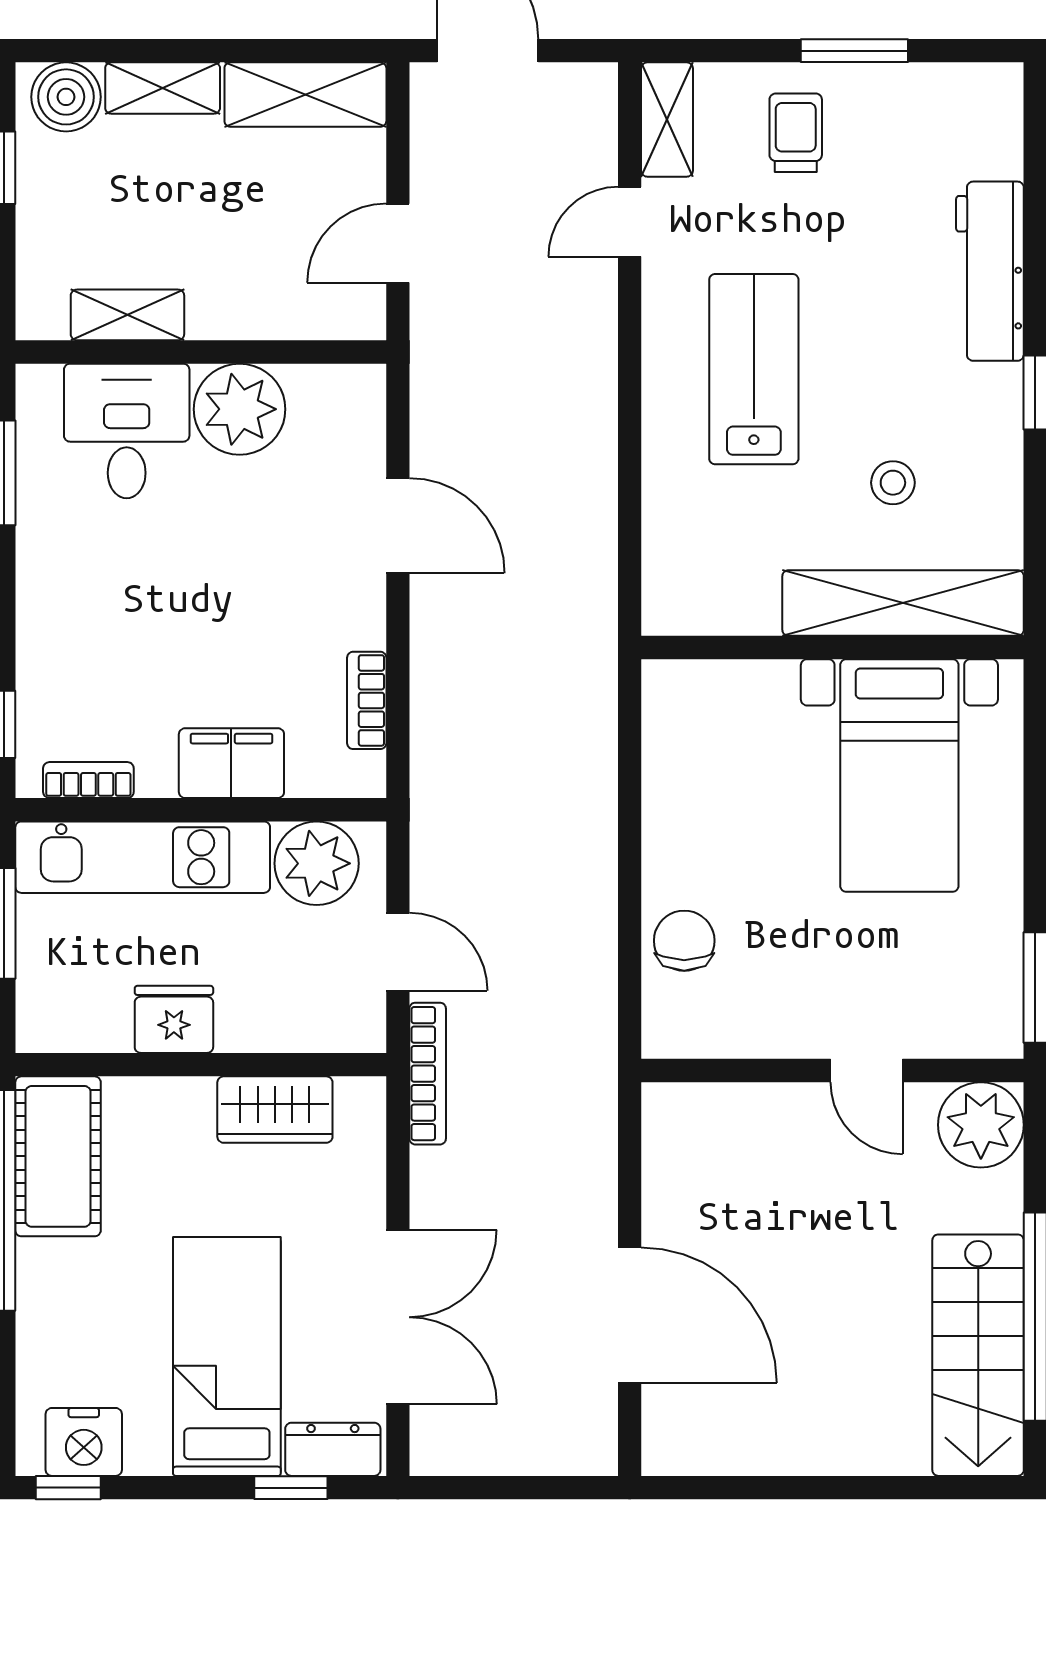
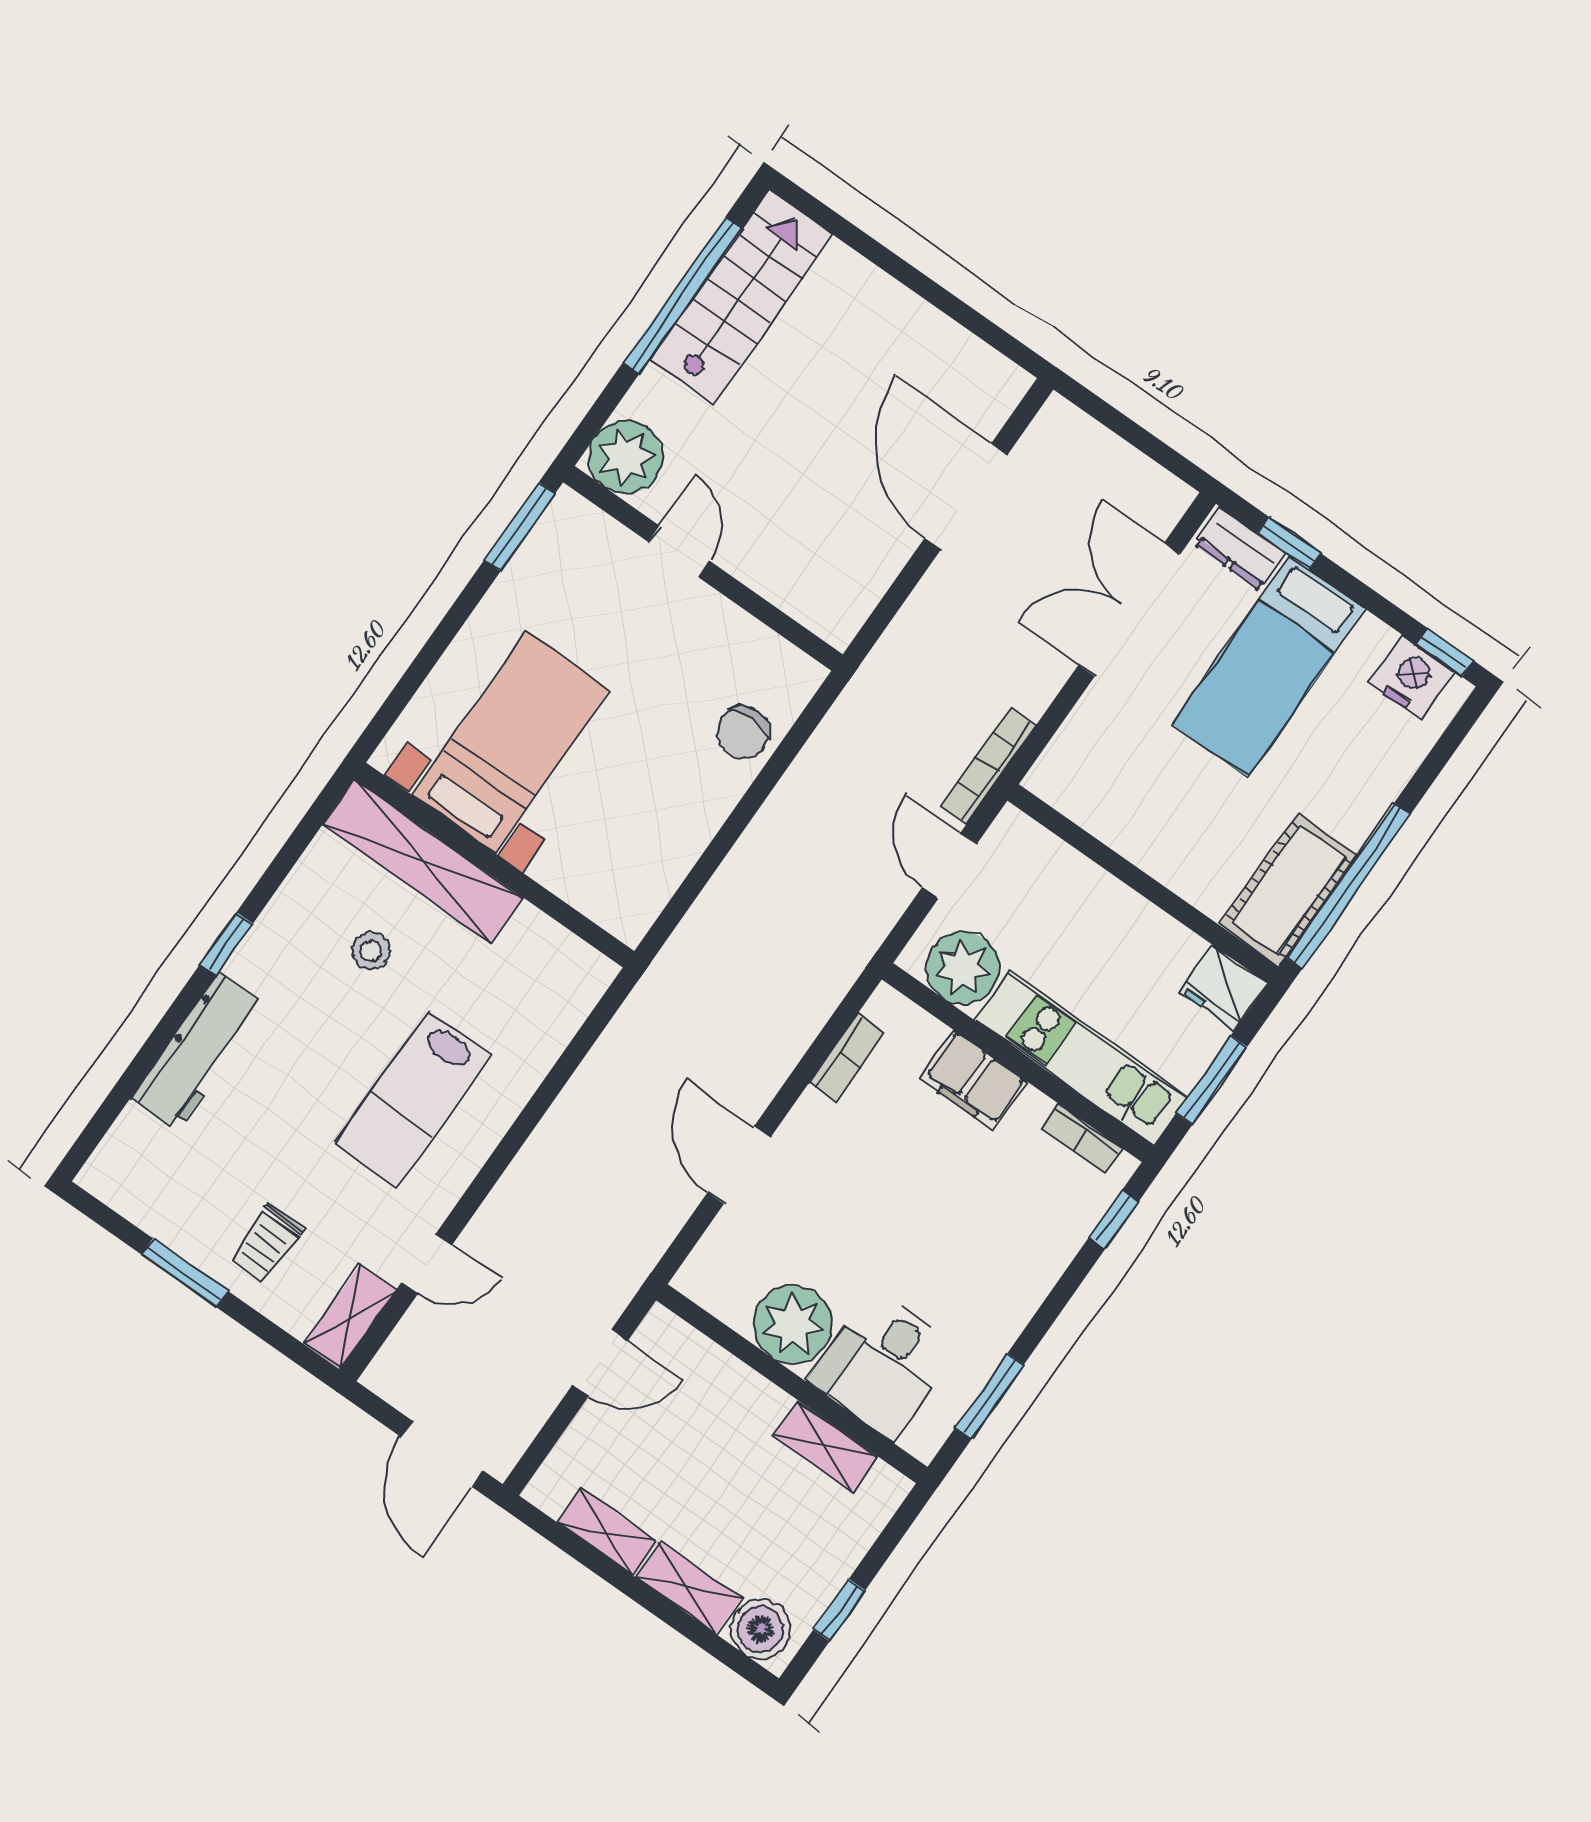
shelving: (305, 95) -> (606, 1532), width x0.67, depth x0.75
fridge: (174, 1019) -> (1223, 988), moved
wardrobe: (275, 1110) -> (1113, 816), removed

